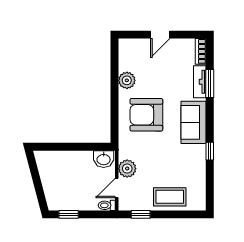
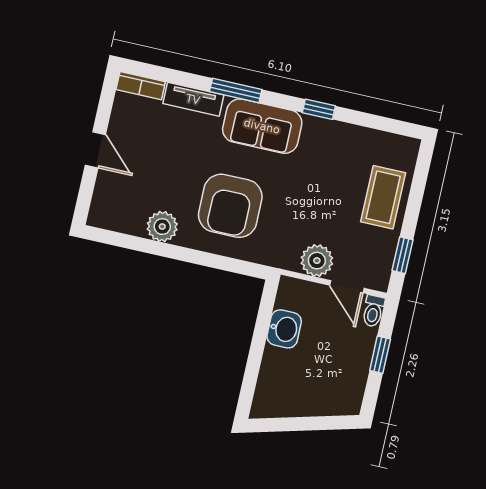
window: (210, 84) -> (236, 90), moved
washbasin: (104, 159) -> (284, 329), moved
window: (69, 214) -> (380, 355), moved

